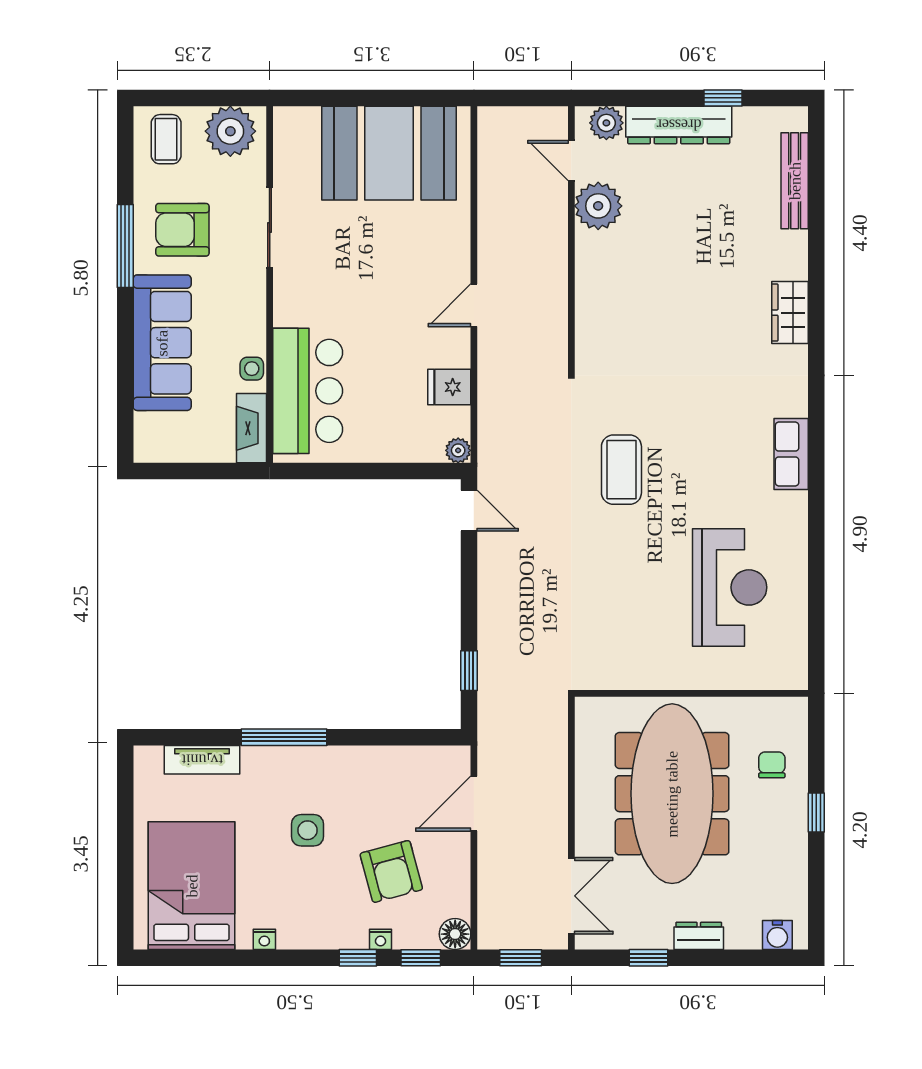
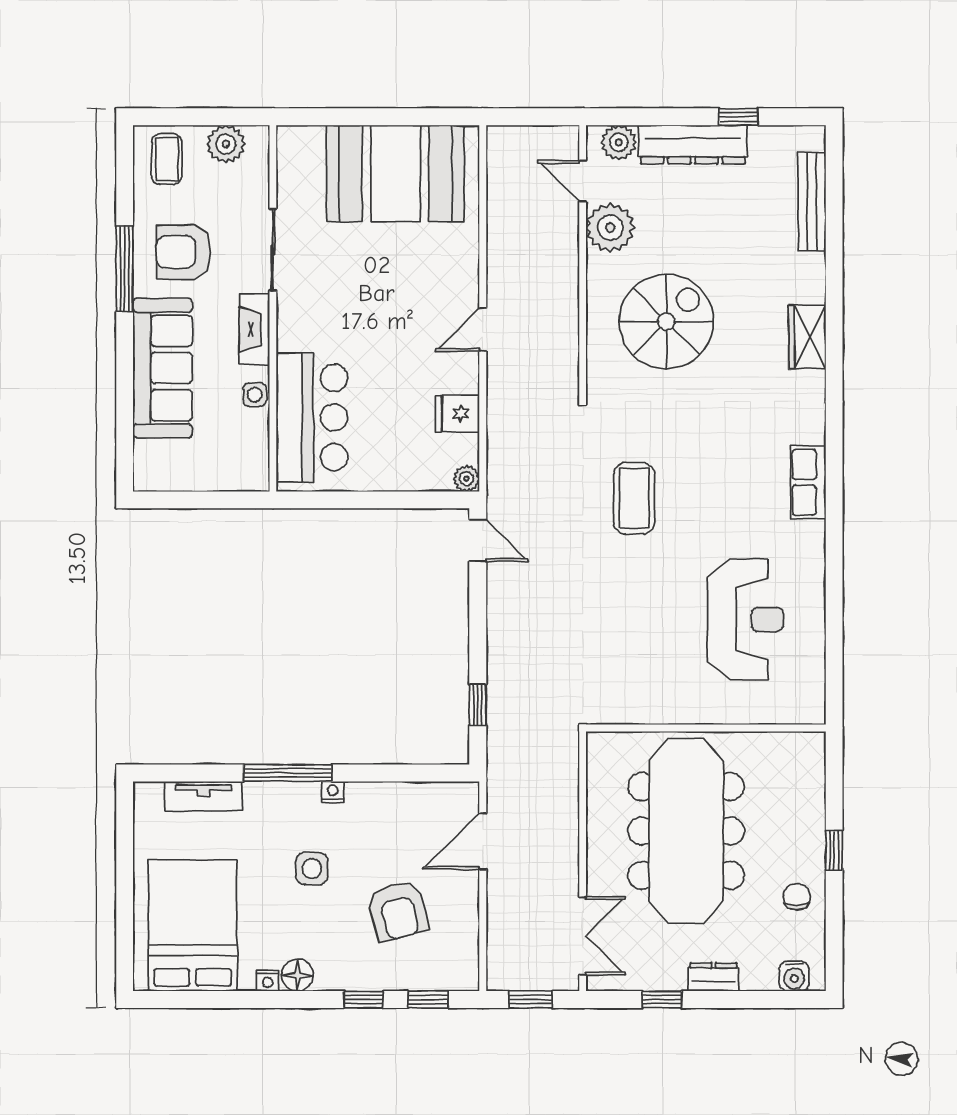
plant: (230, 131) -> (226, 144), width x0.73, depth x0.73
spiral stairs: (653, 297) -> (666, 322), added
fireplace: (251, 428) -> (254, 329), moved
chair: (772, 765) -> (797, 897), moved
floor lamp: (455, 934) -> (297, 975), moved
nightstand: (380, 939) -> (333, 792), moved, turned 180

